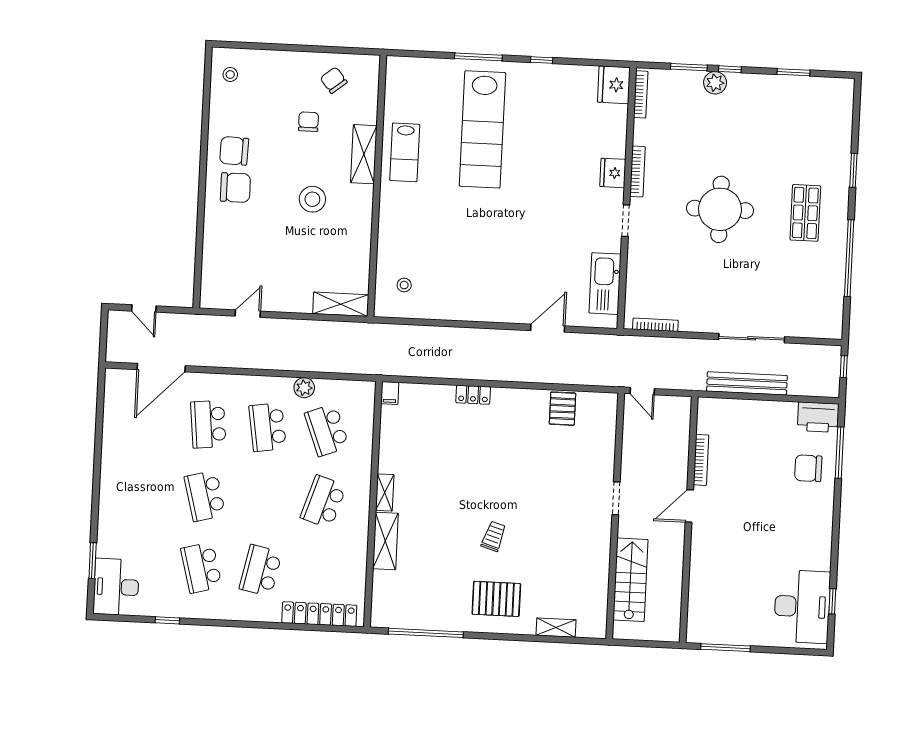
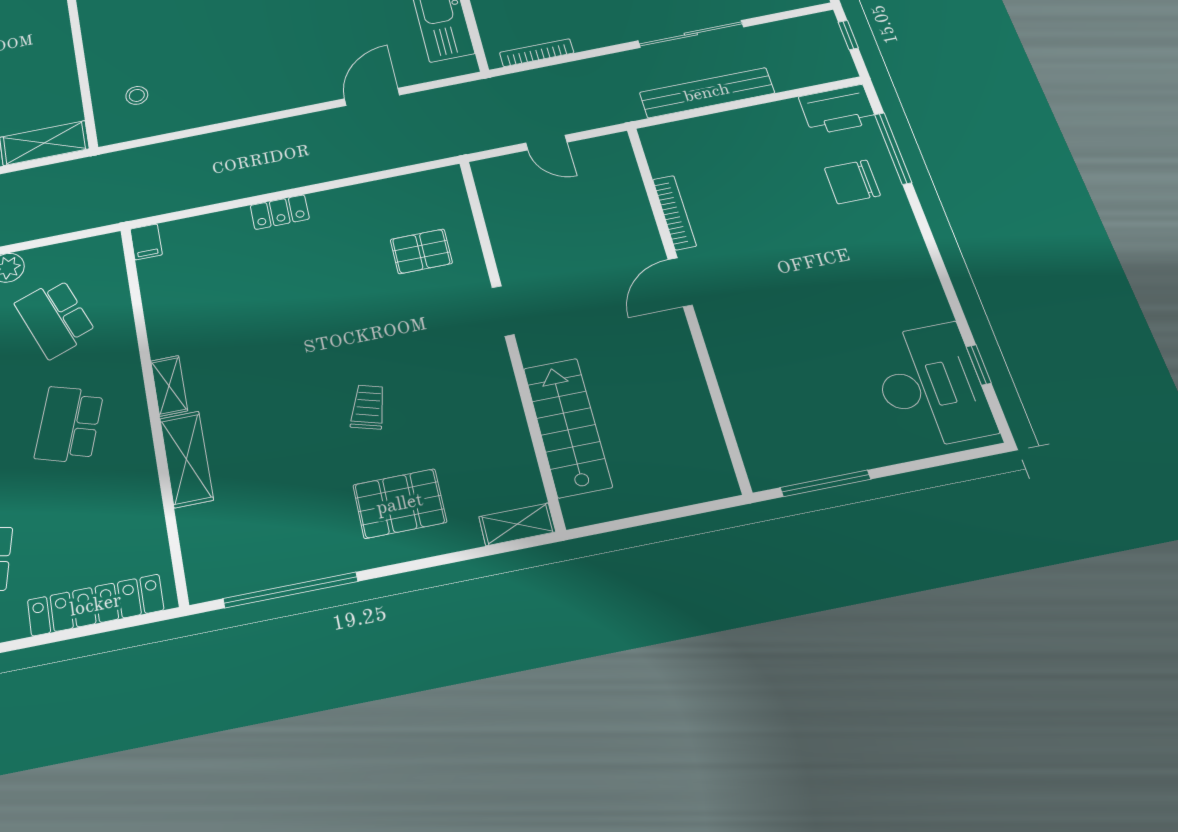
pallet: (563, 409) -> (421, 251), moved, turned 90
doorway: (616, 498) -> (503, 311), moved
wall: (615, 516) -> (510, 337), moved
stairs: (630, 580) -> (567, 427), moved

